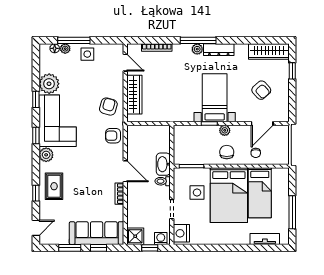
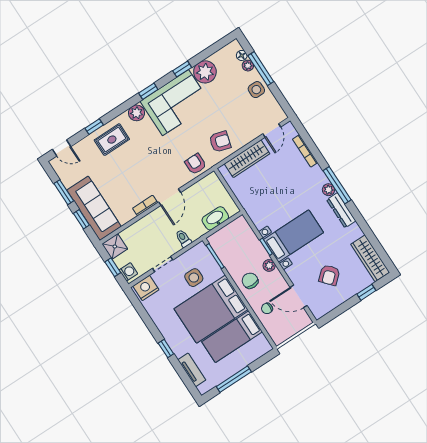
chair: (227, 152) -> (250, 281), turned -90
washbasin: (163, 164) -> (215, 218), moved
window: (236, 248) -> (166, 348), added

